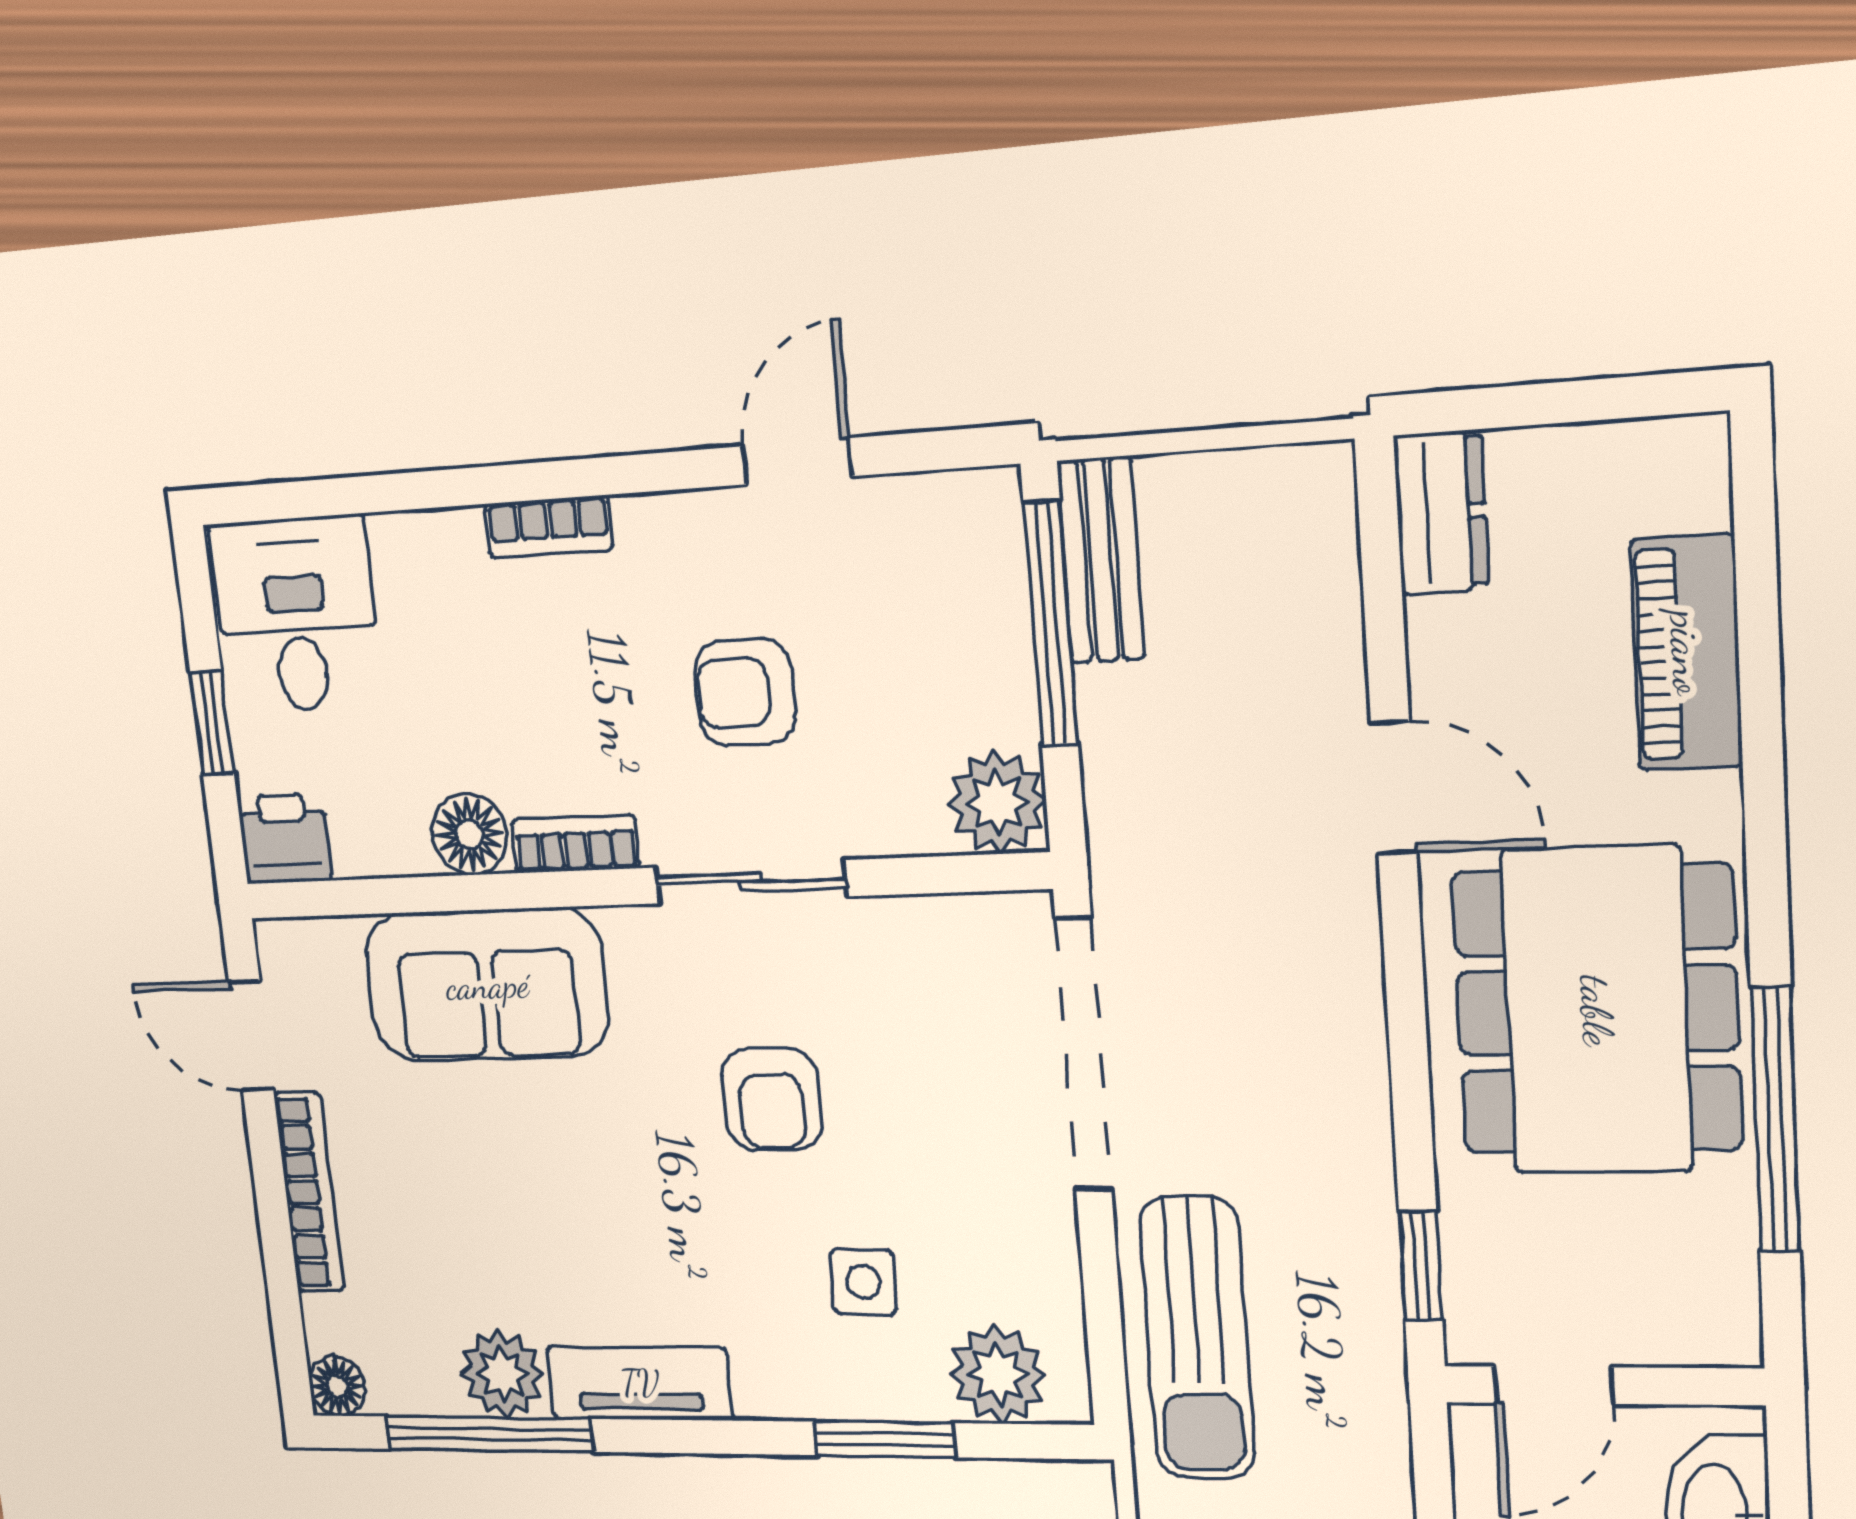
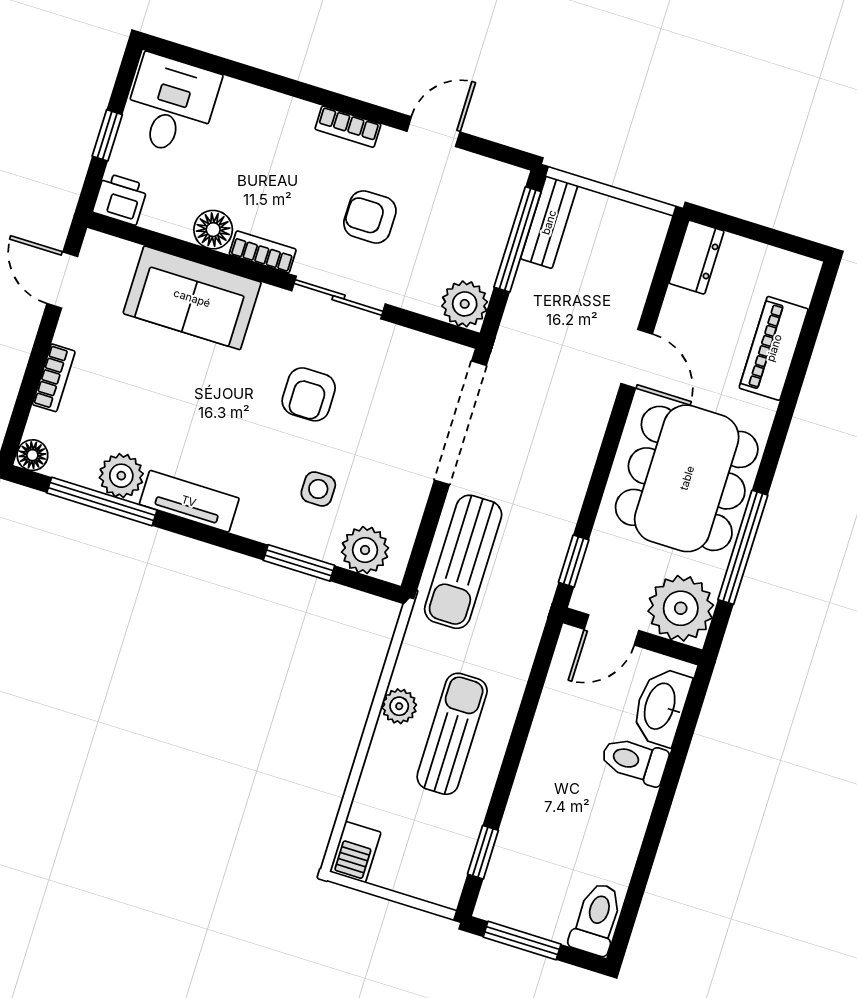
bookcase: (549, 527) -> (348, 127), moved
bookcase: (309, 1192) -> (54, 378), width x0.64
plant: (1685, 1295) -> (681, 608), added

